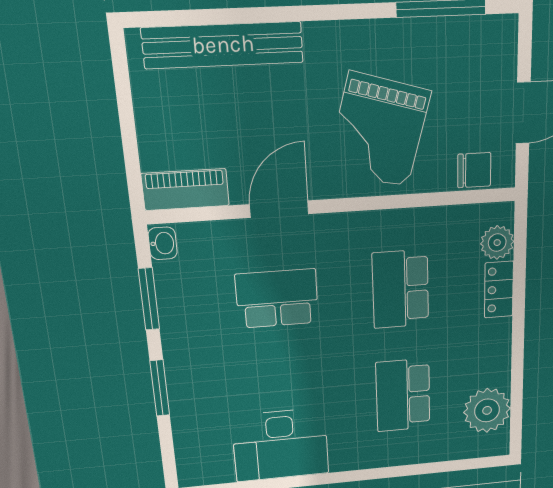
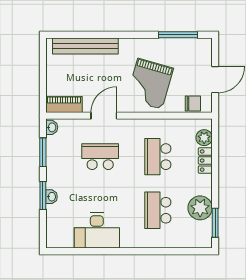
washbasin: (179, 389) -> (52, 197), added
window: (516, 408) -> (215, 223), added
plant: (487, 410) -> (200, 208), moved

